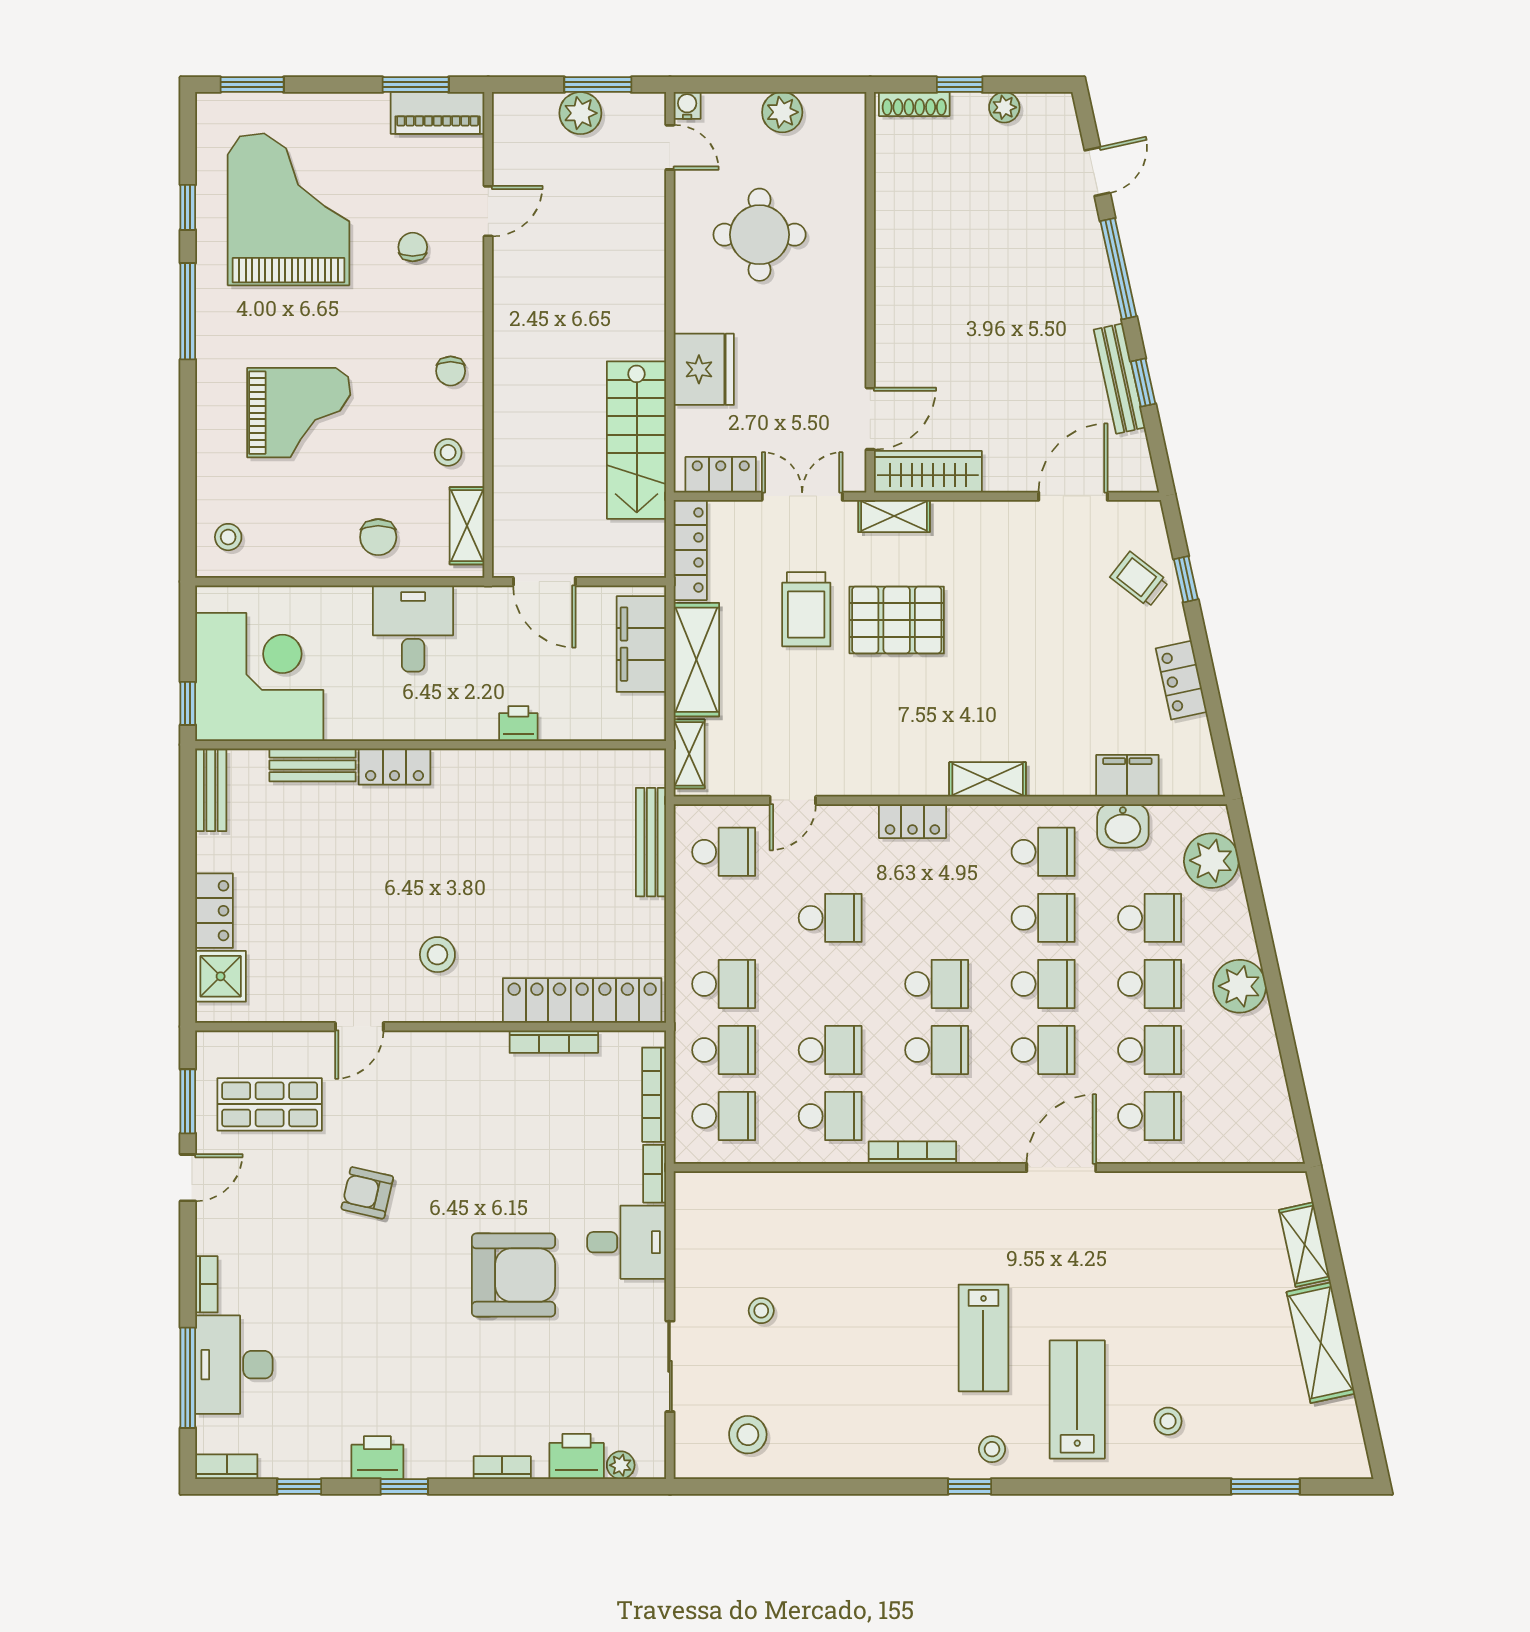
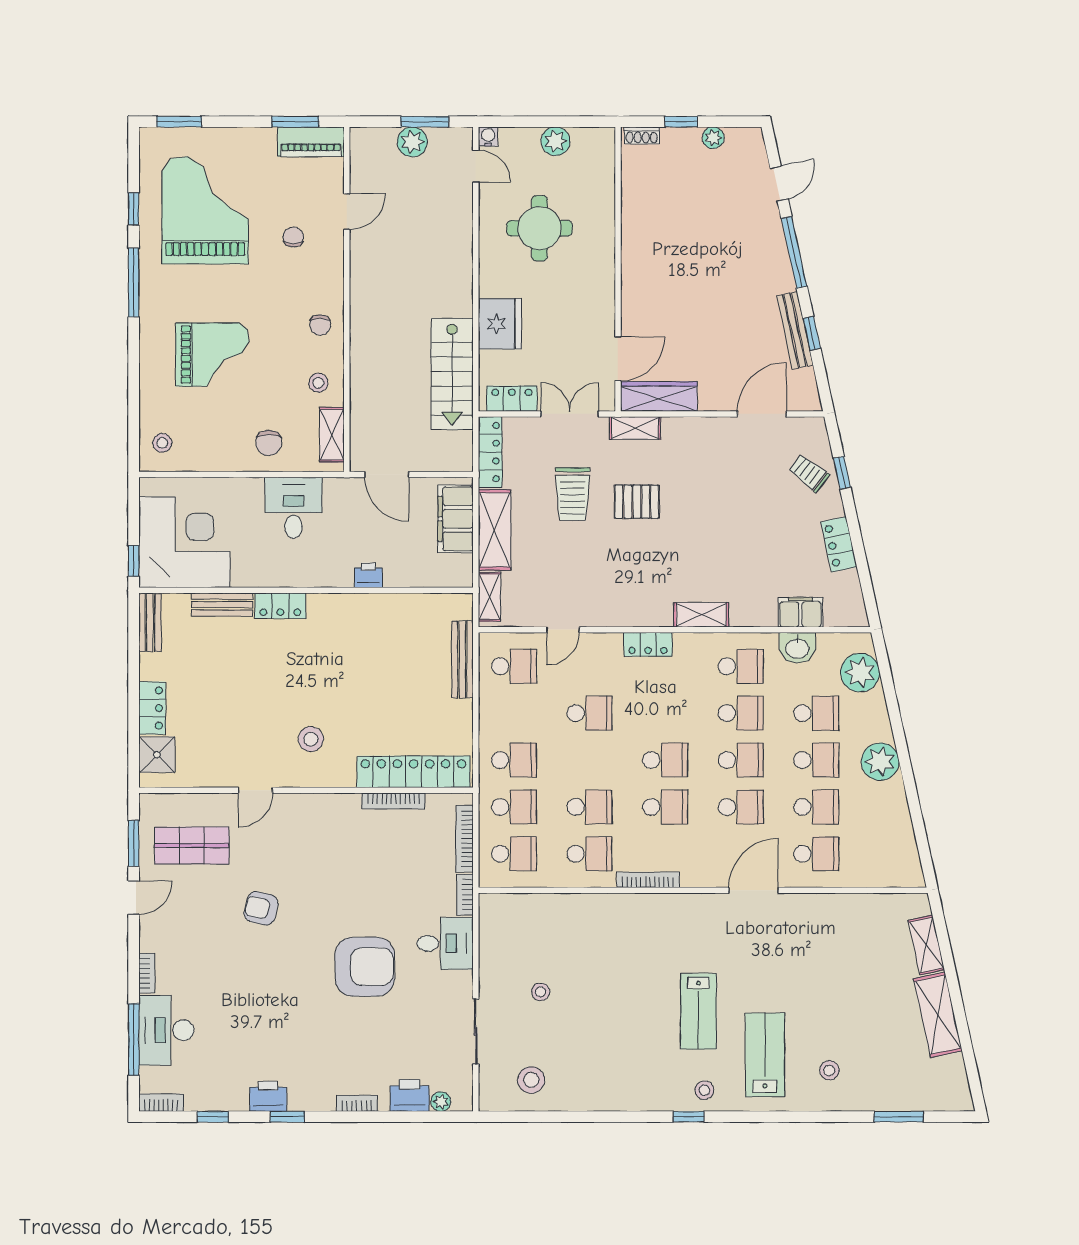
shoe rack: (914, 104) -> (642, 135), width x0.70
pallet: (897, 620) -> (637, 502), width x0.67, depth x0.71

